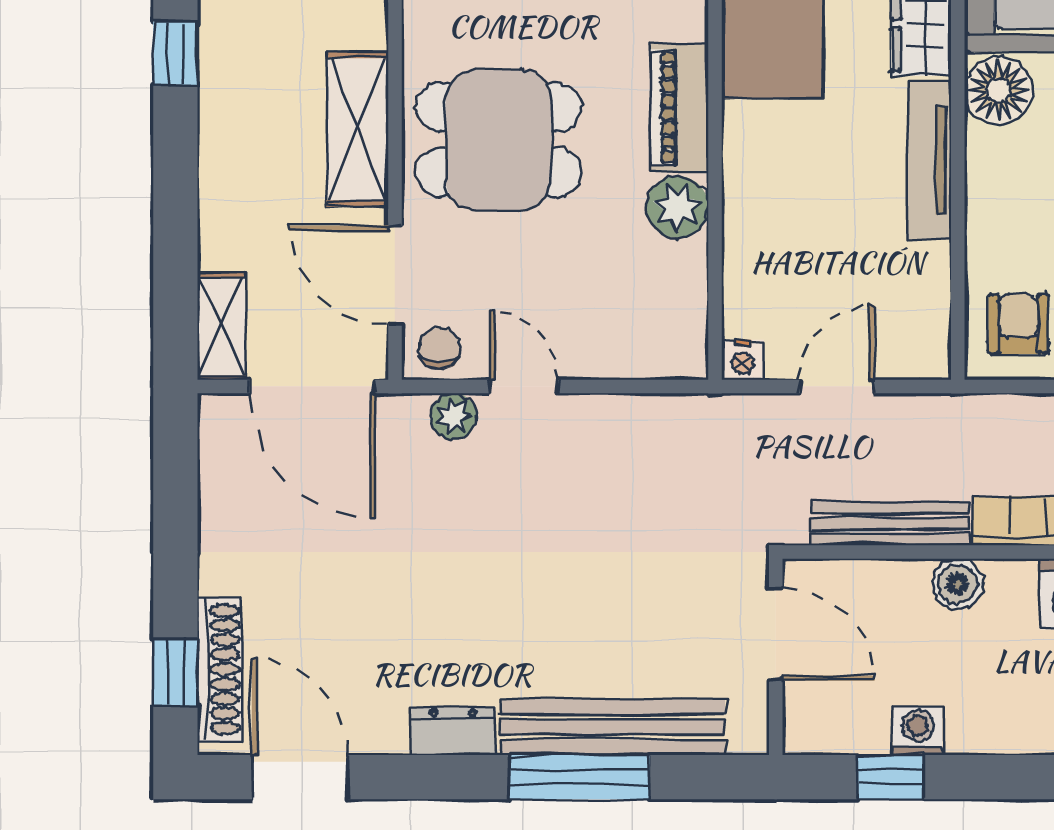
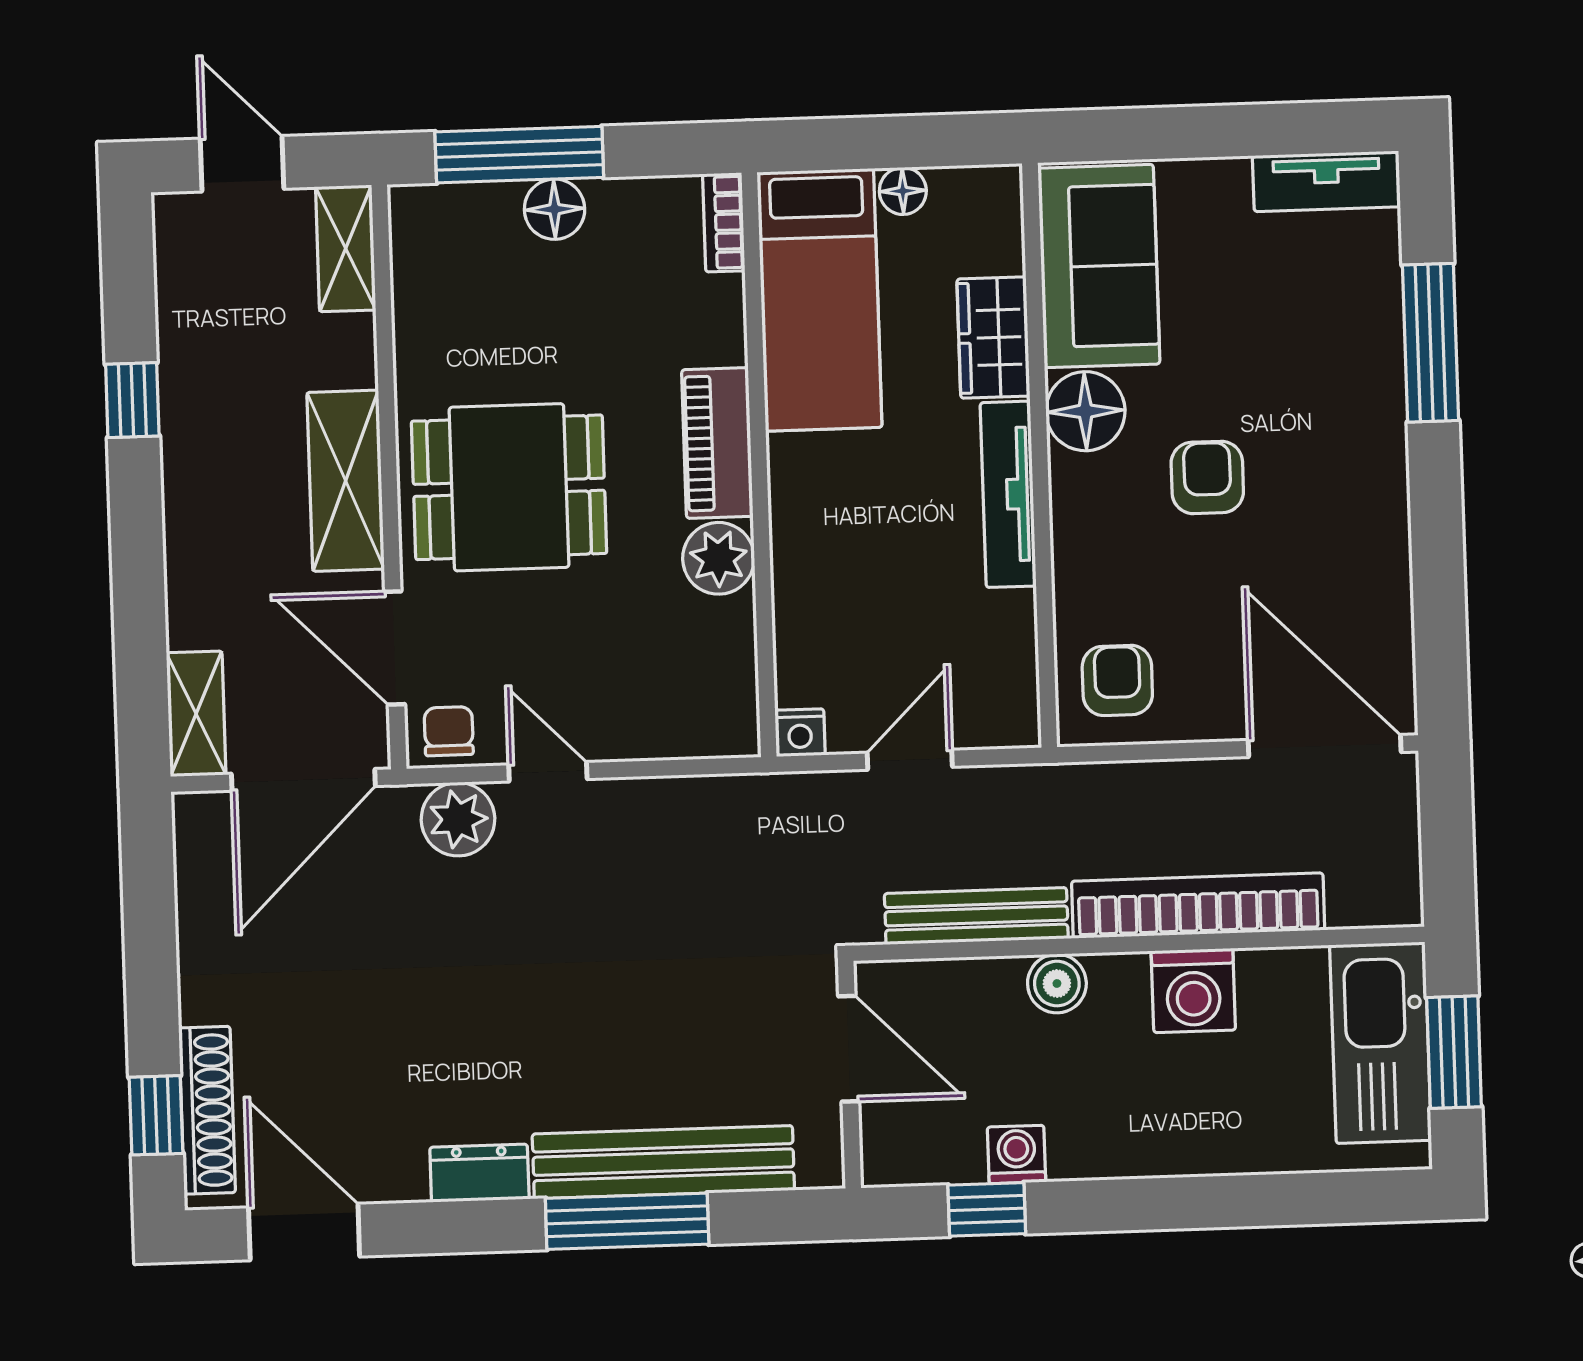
door: (312, 386) -> (303, 780), hinge flipped
plant: (453, 416) -> (458, 819), width x1.38, depth x1.38

